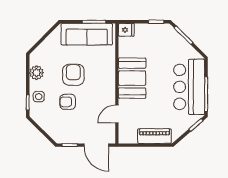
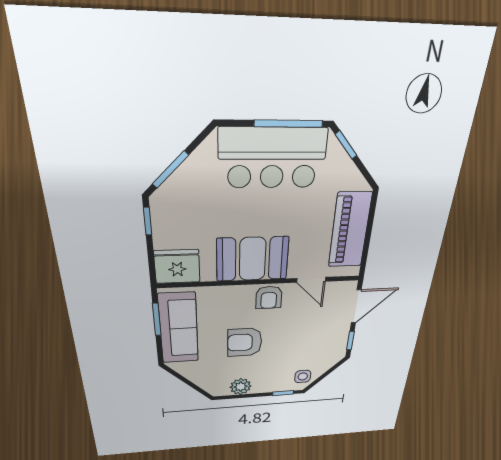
fridge: (126, 30) -> (177, 267), width x1.88, depth x1.34
side table: (39, 97) -> (303, 376), moved
armchair: (68, 102) -> (269, 297), moved
piano: (154, 136) -> (350, 230), width x1.37, depth x1.33

